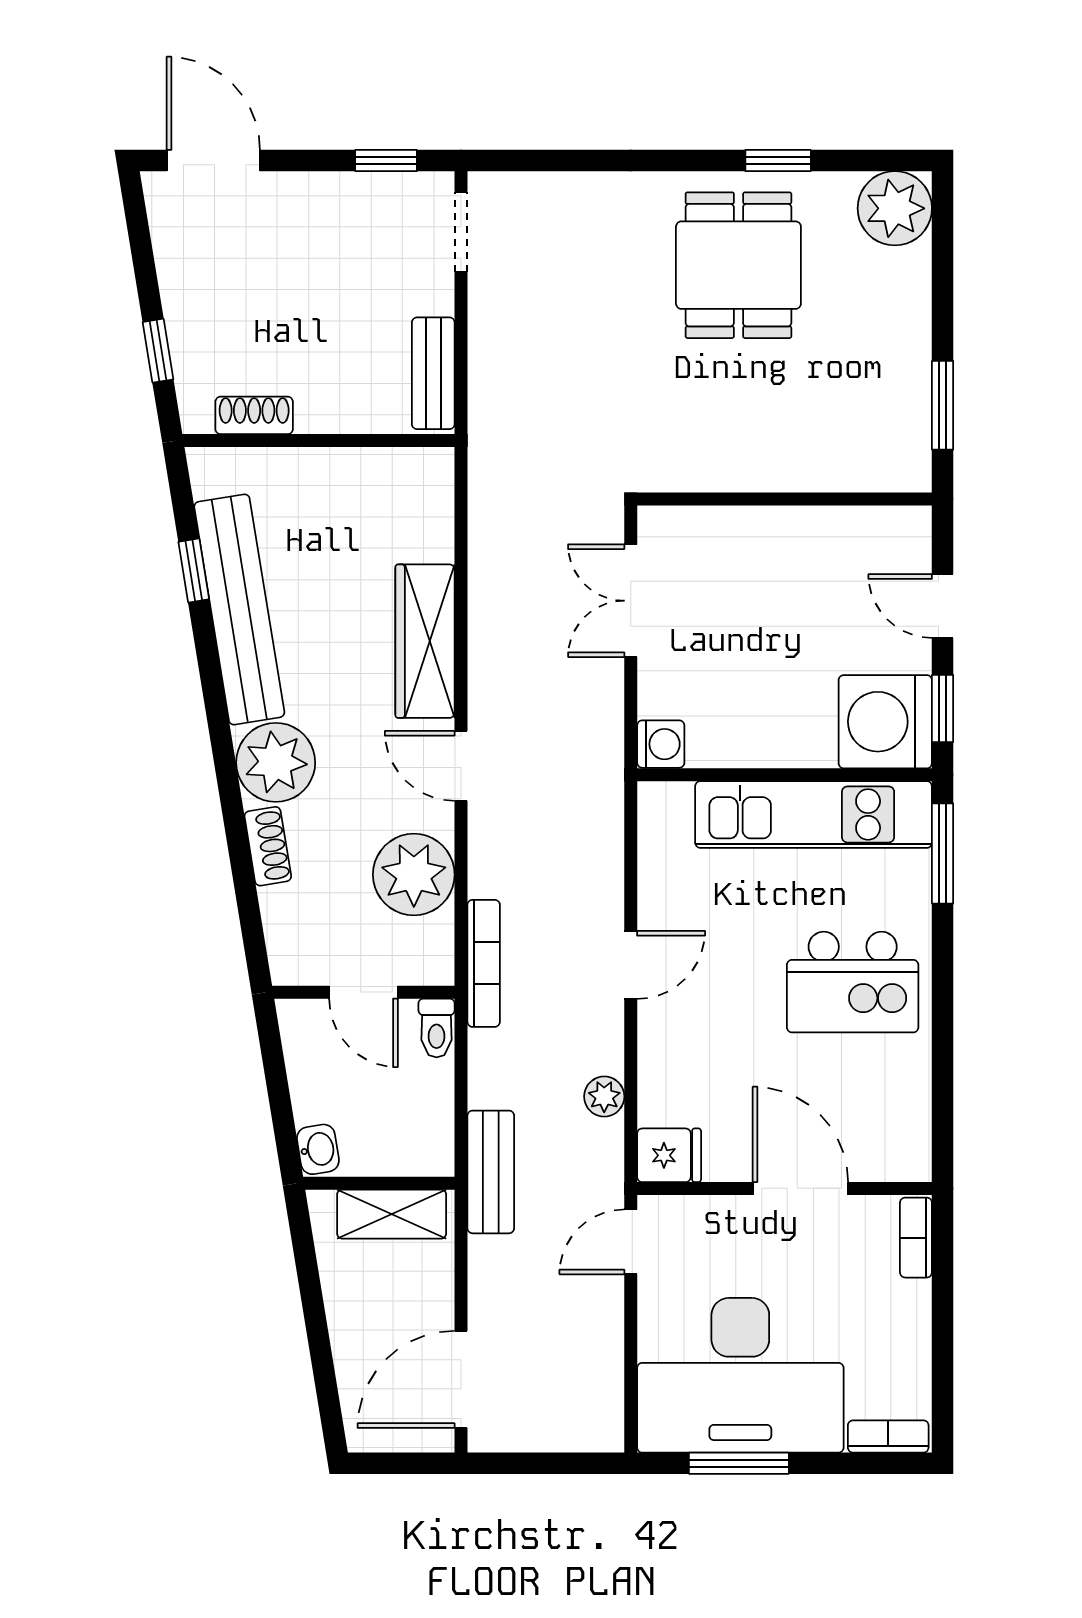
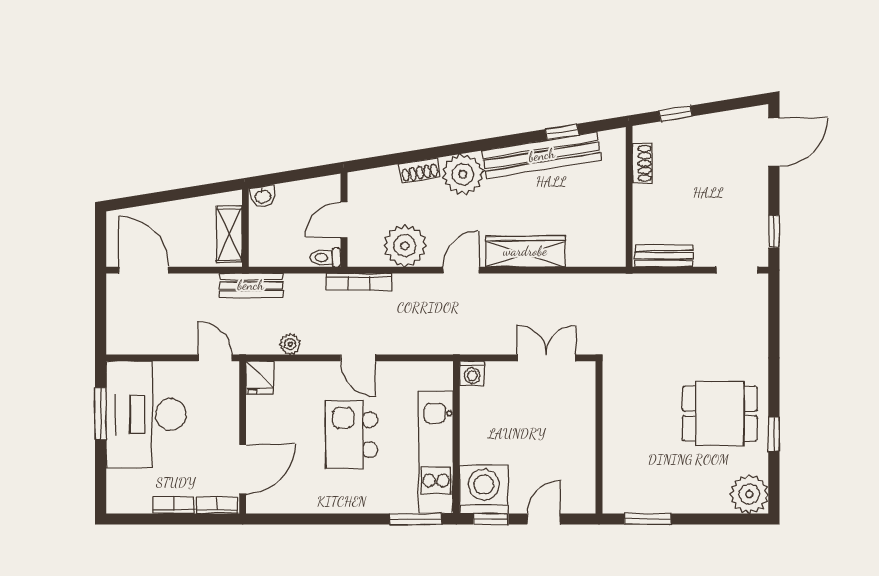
kitchen island: (853, 982) -> (351, 435), moved
door: (800, 1188) -> (243, 469), moved
bookcase: (888, 1436) -> (173, 505), moved, turned -90

